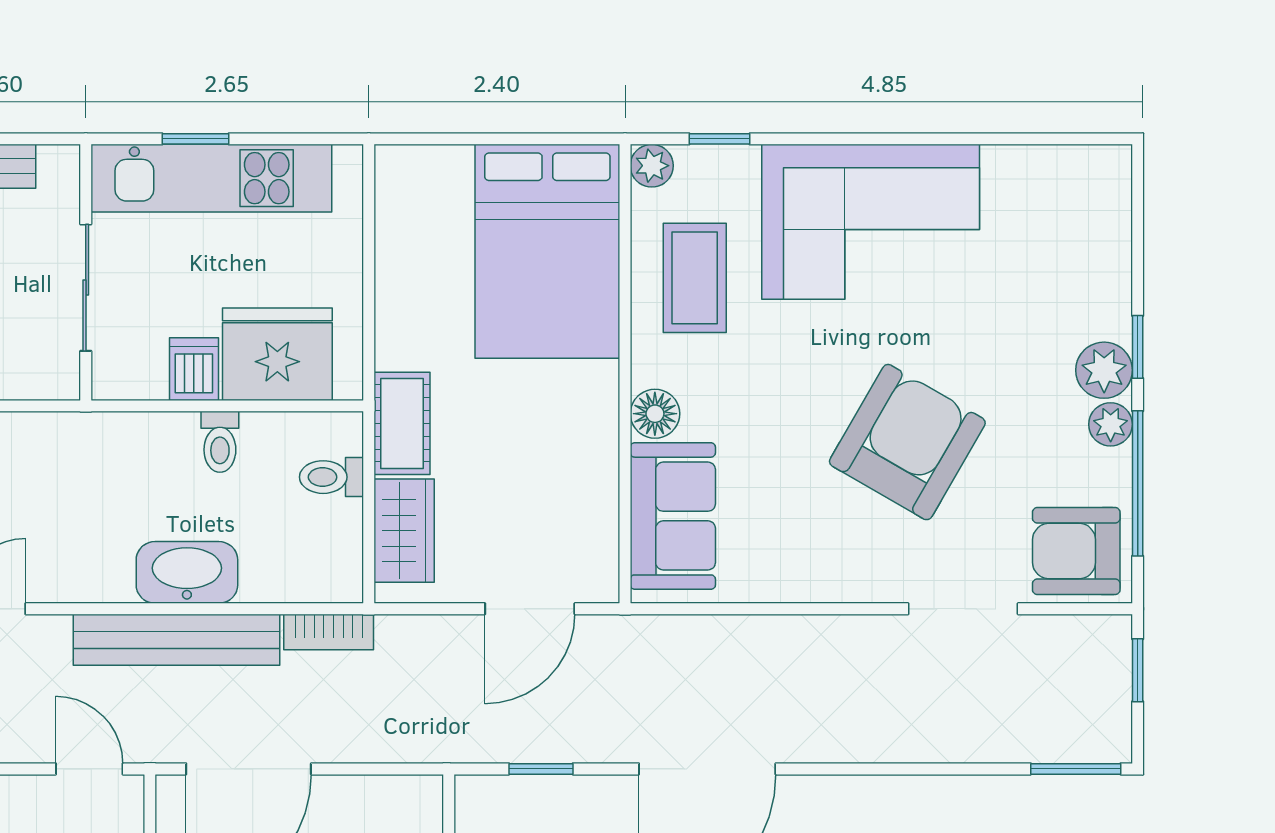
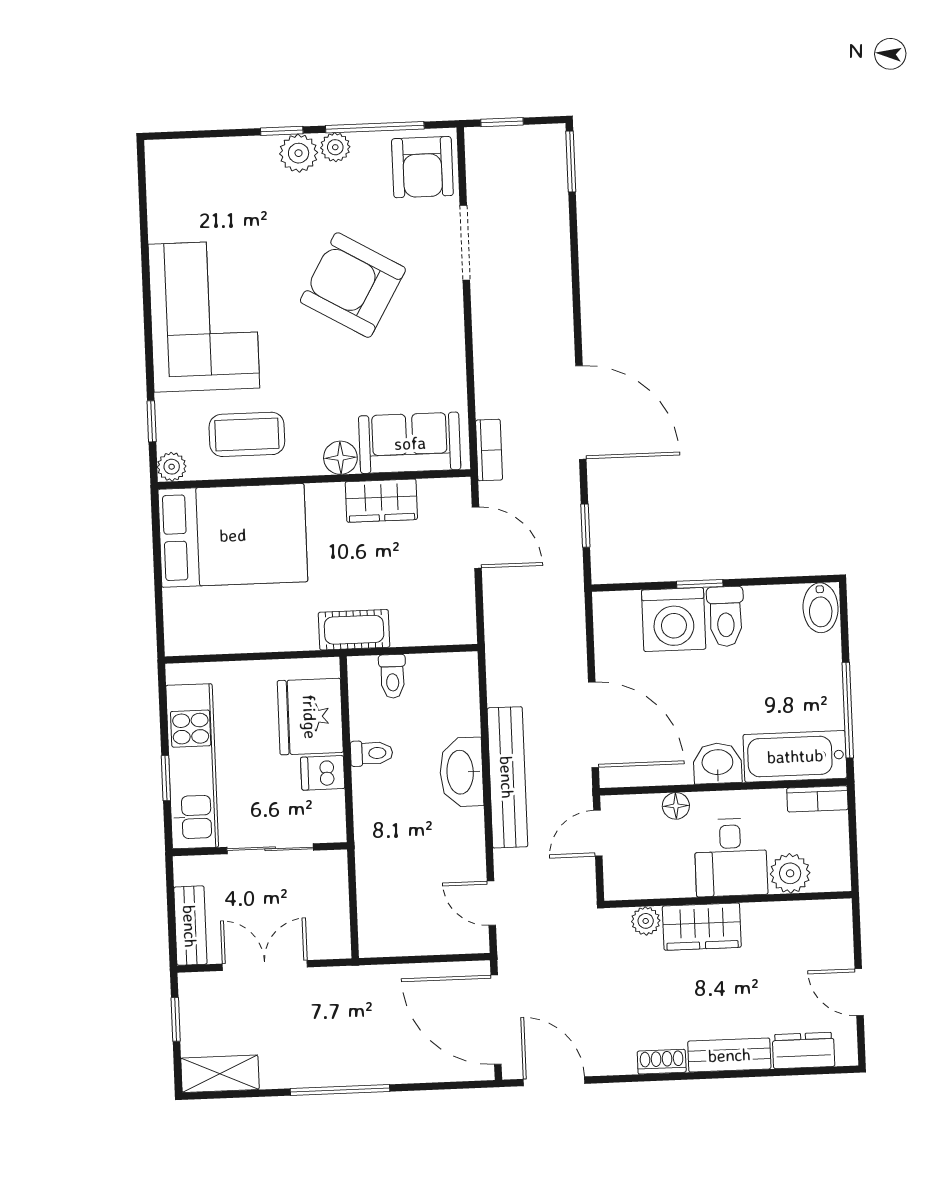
wardrobe: (404, 531) -> (381, 501), moved, turned 180
bookcase: (329, 632) -> (489, 450), moved

